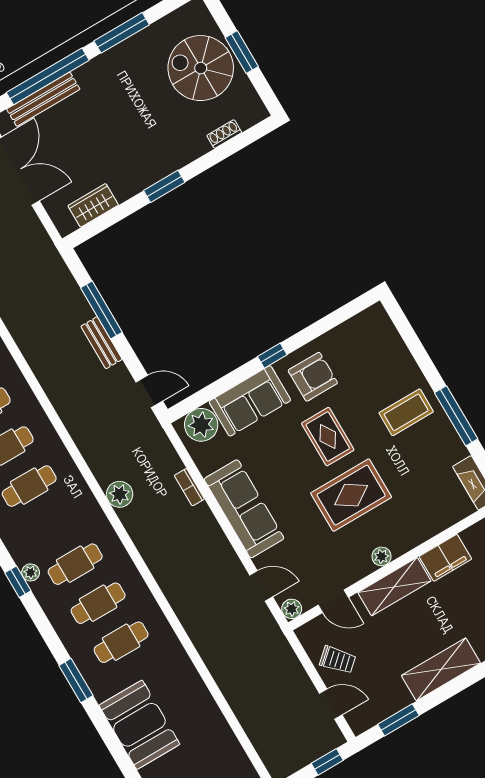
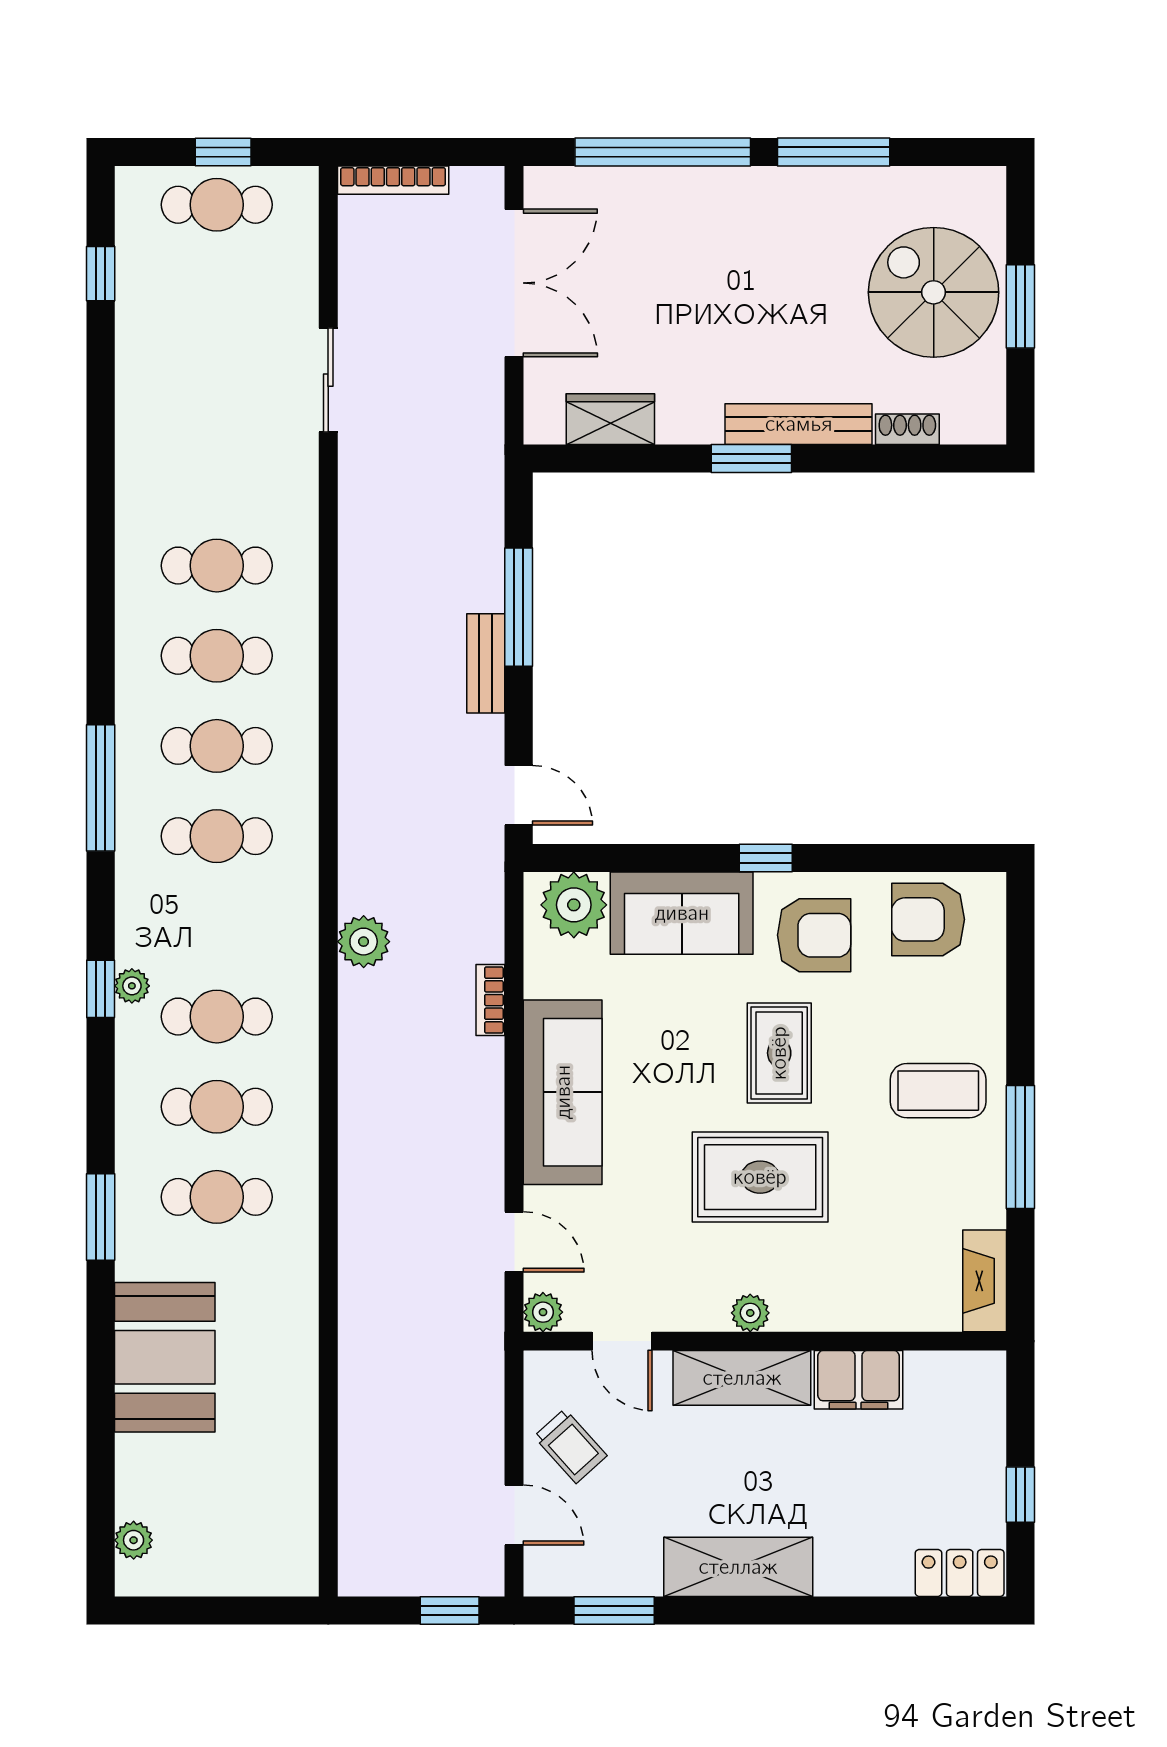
bench: (43, 99) -> (799, 424), moved
armchair: (358, 341) -> (928, 919), added

